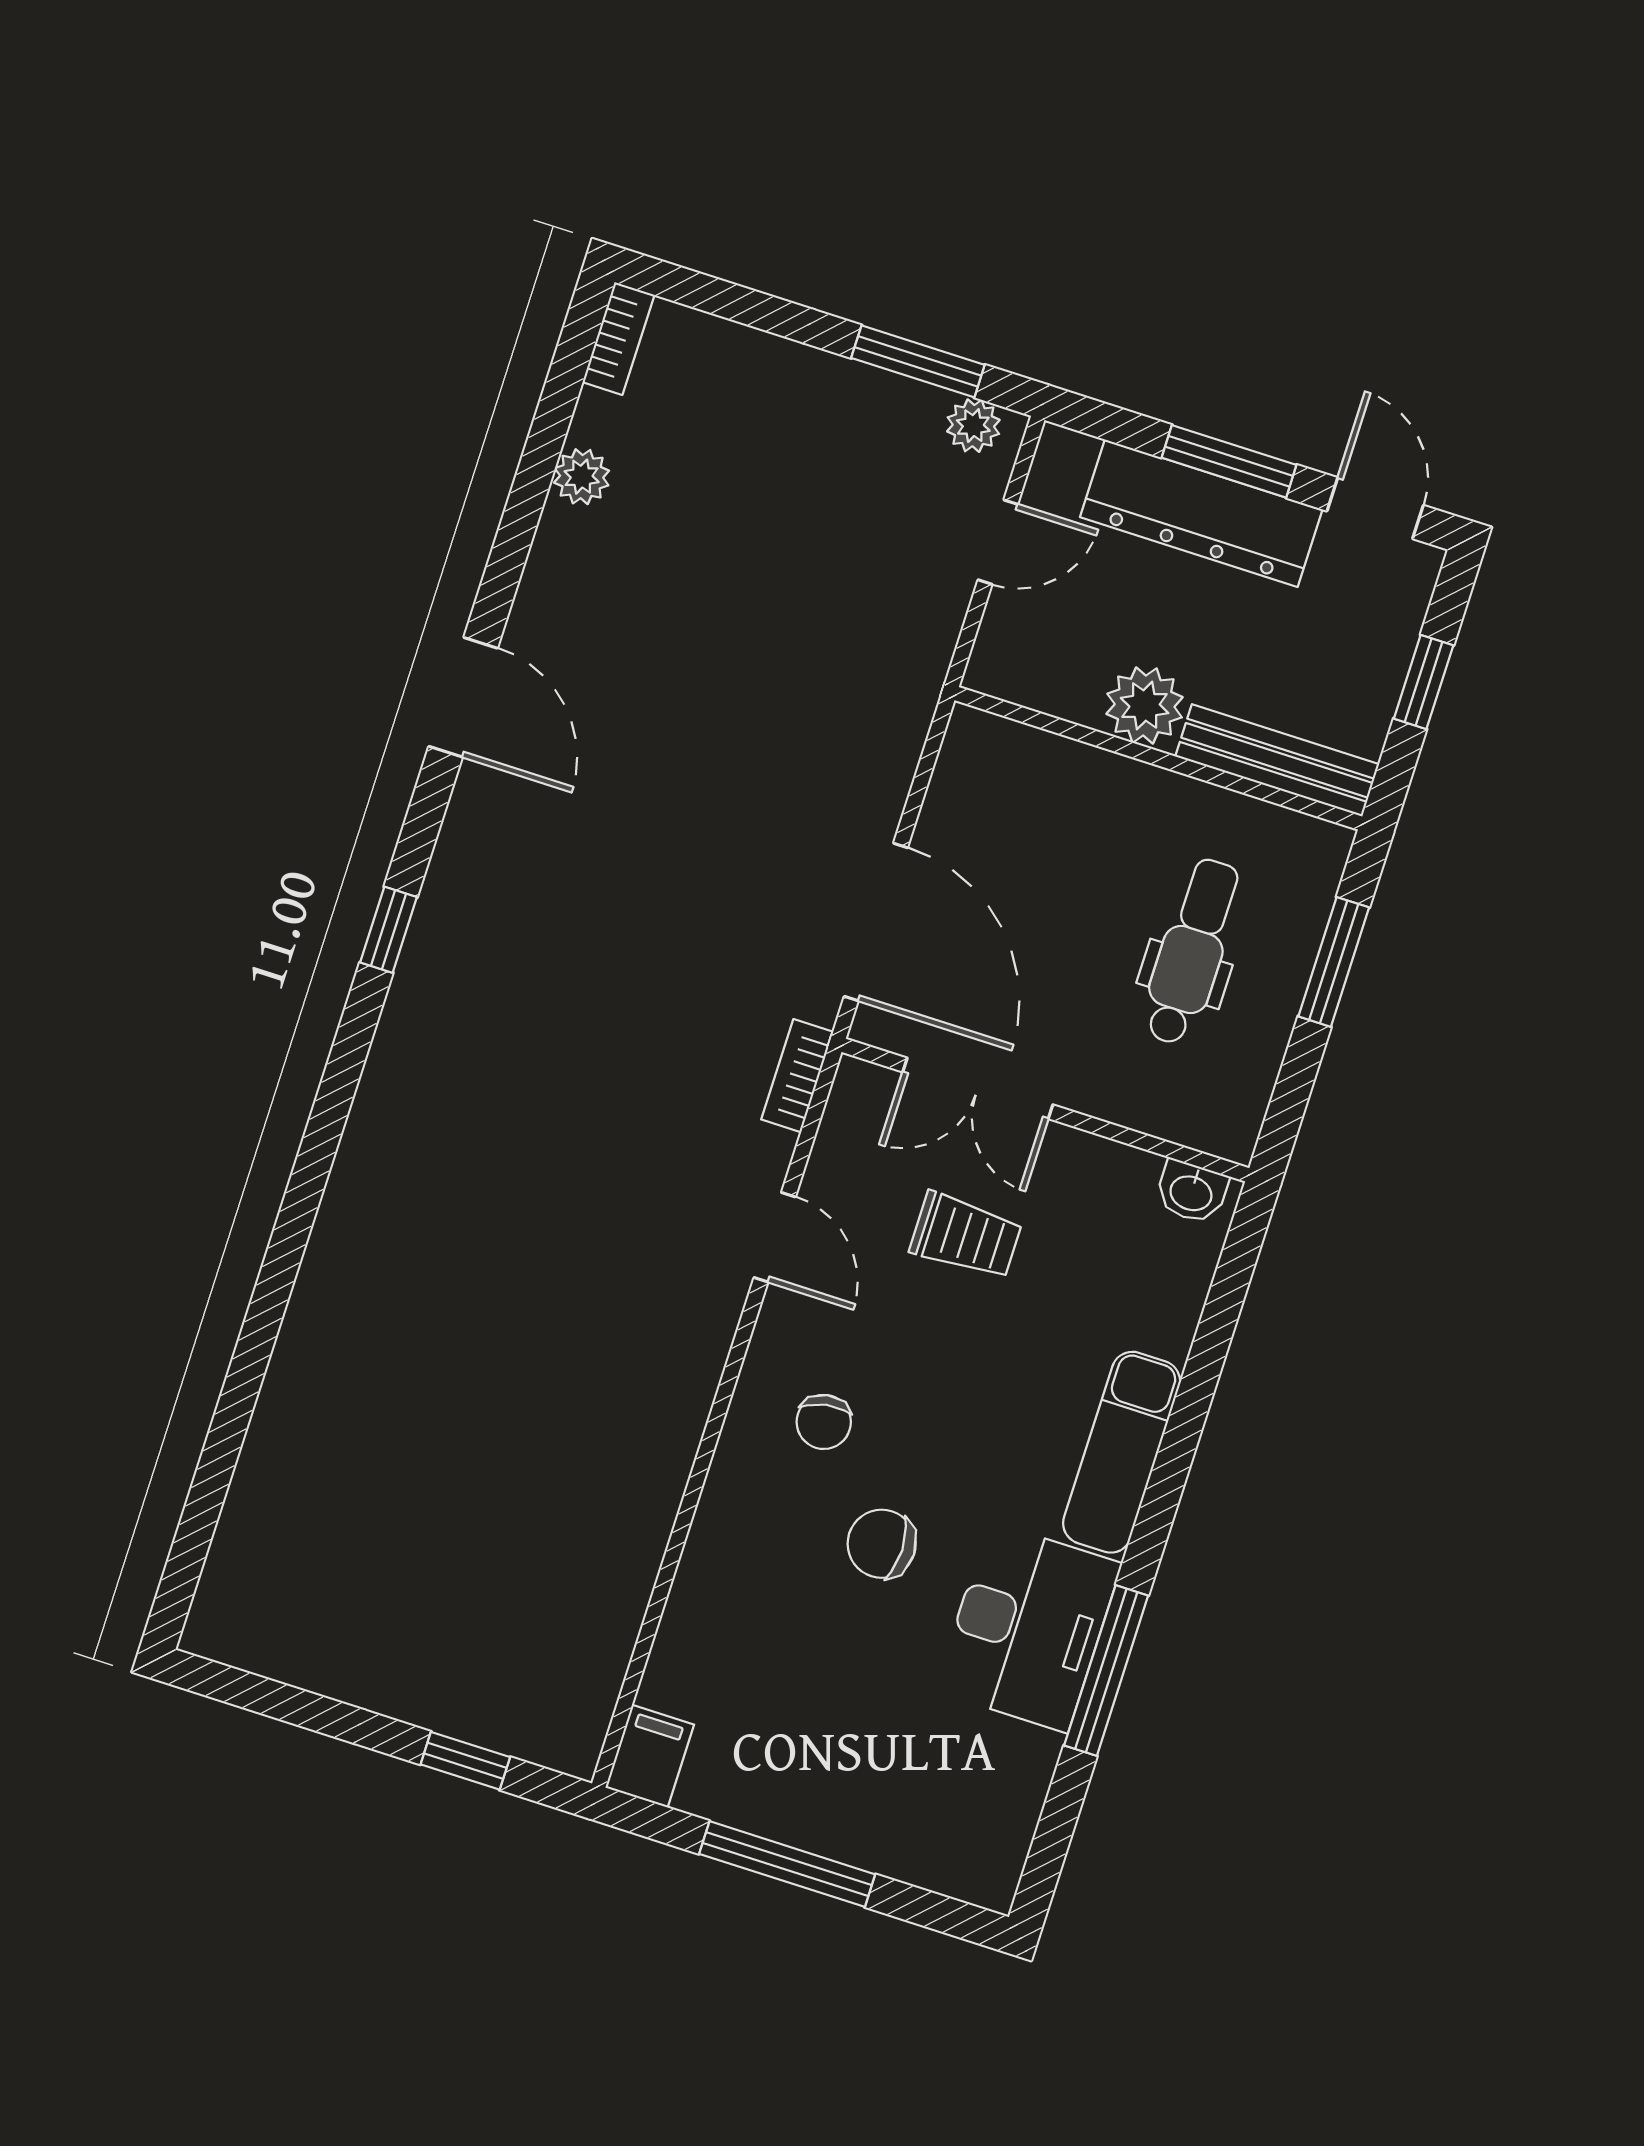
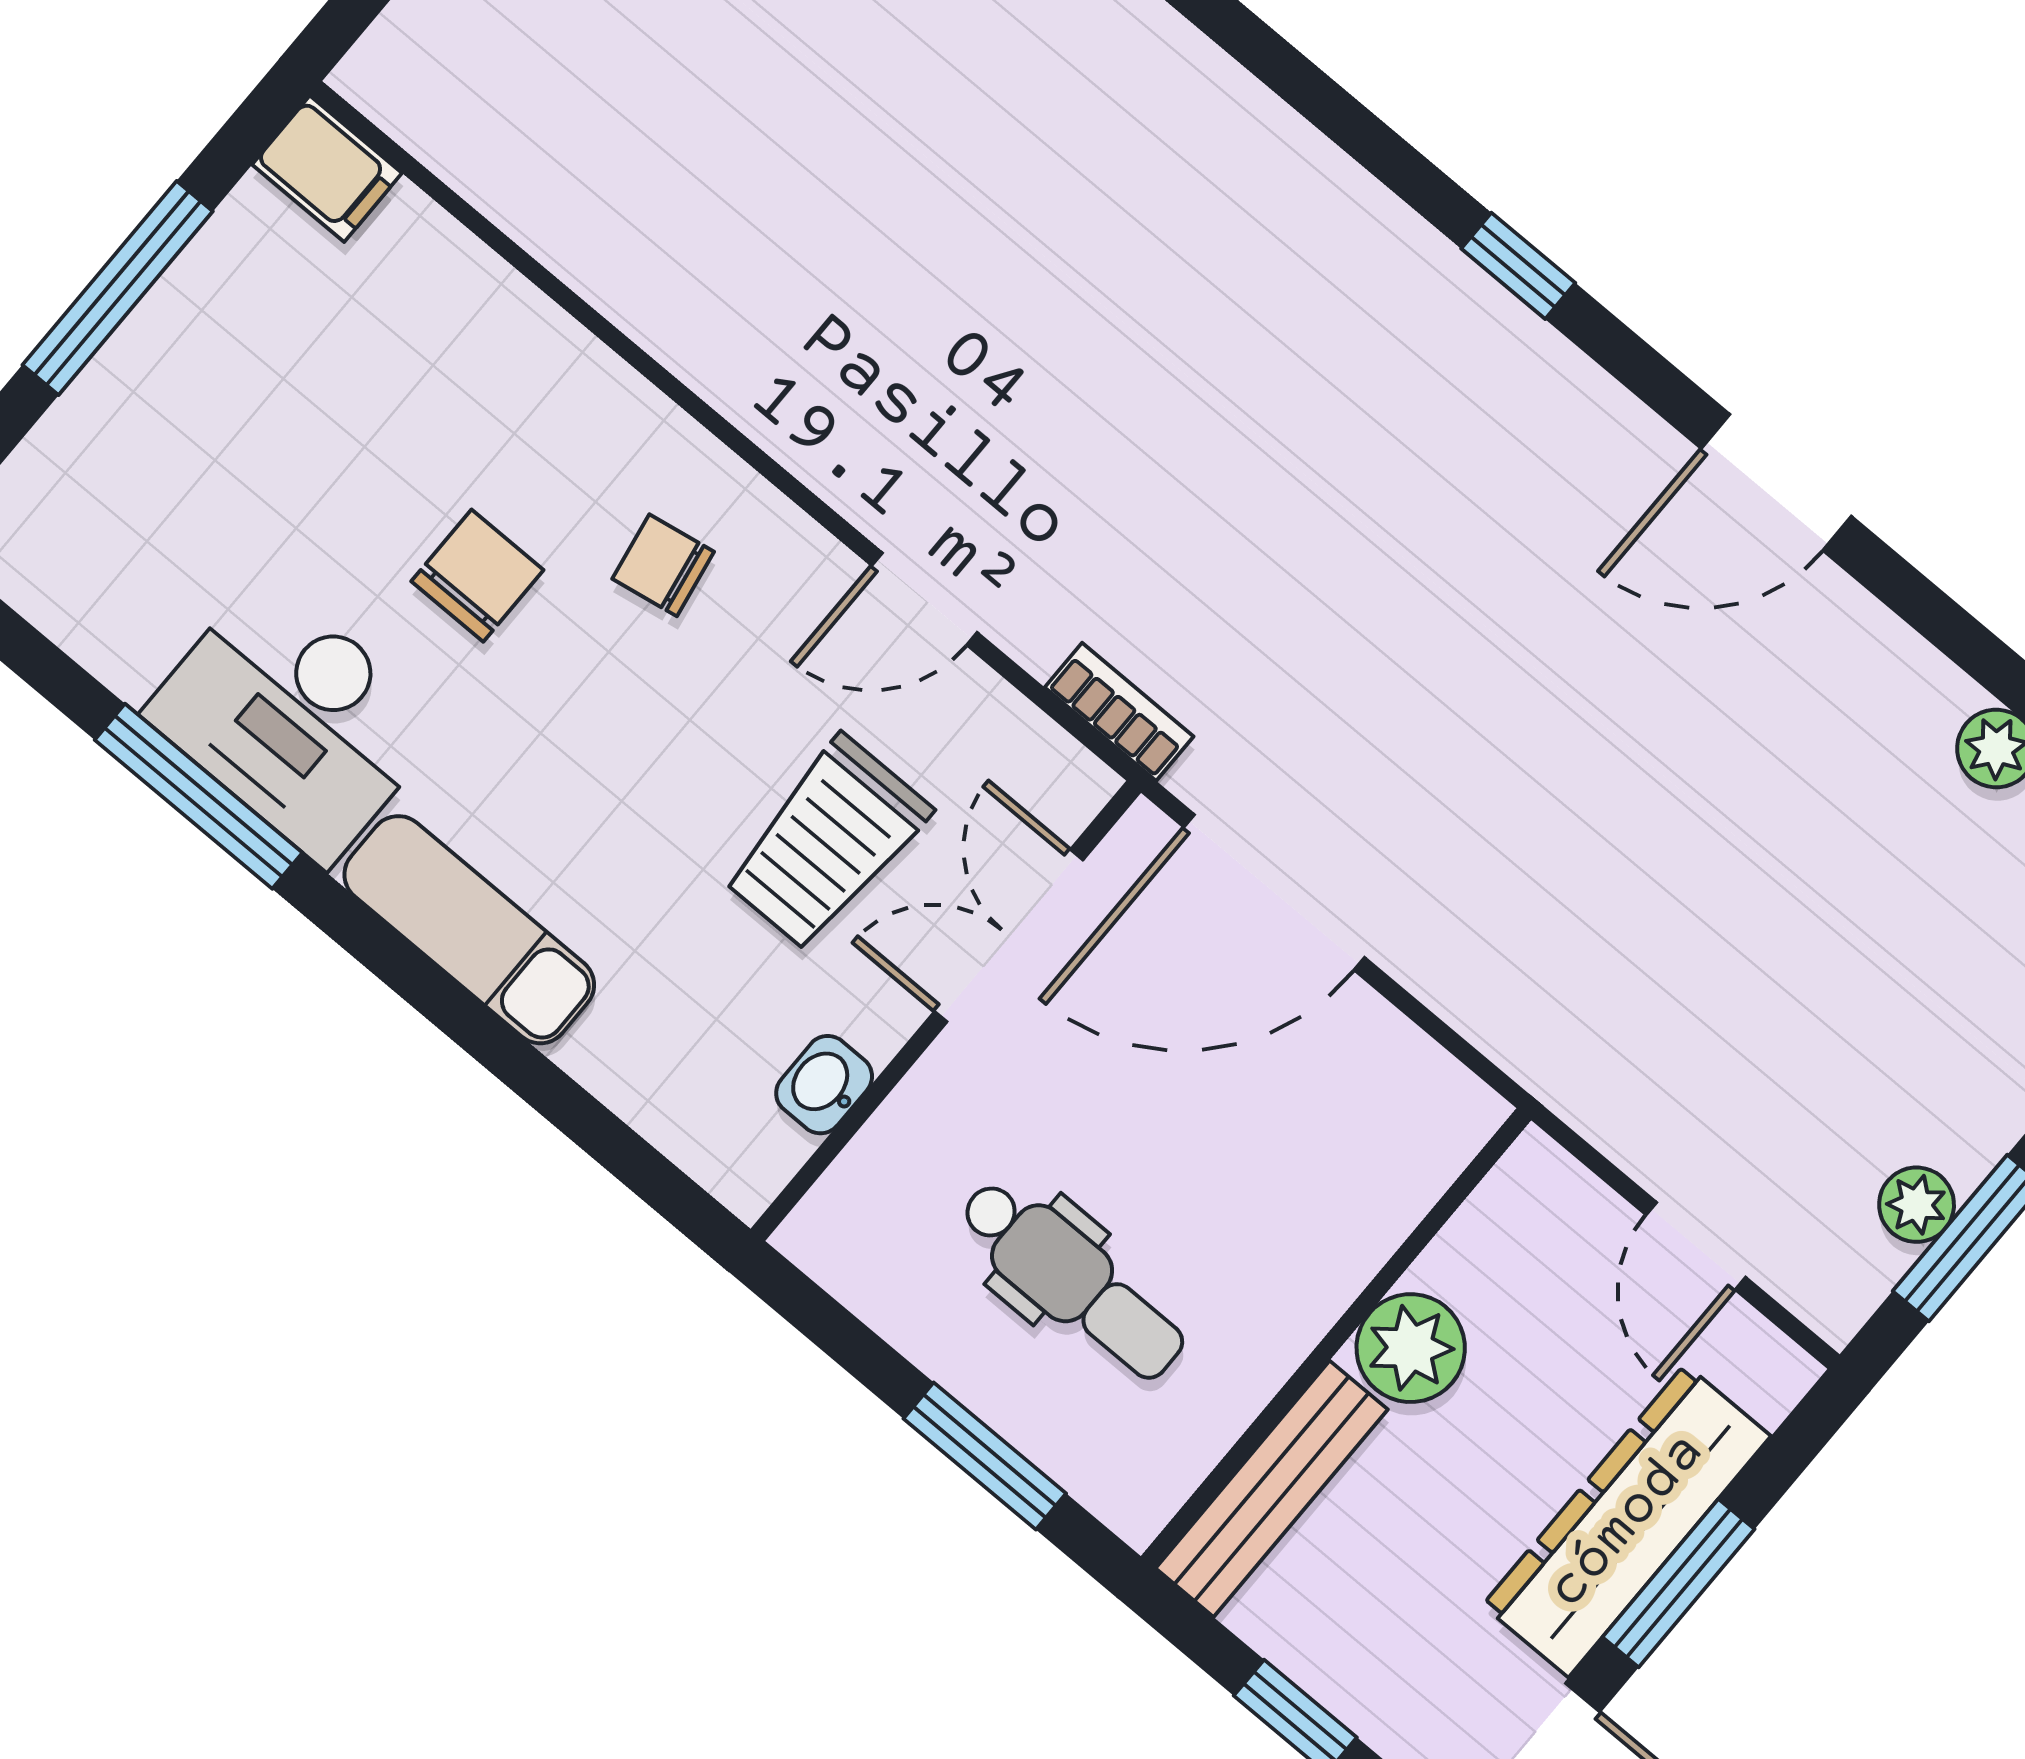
plant: (973, 426) -> (1917, 1205), moved
washbasin: (1191, 1192) -> (824, 1085), moved
trolley: (966, 1236) -> (827, 843), width x1.36, depth x1.39

